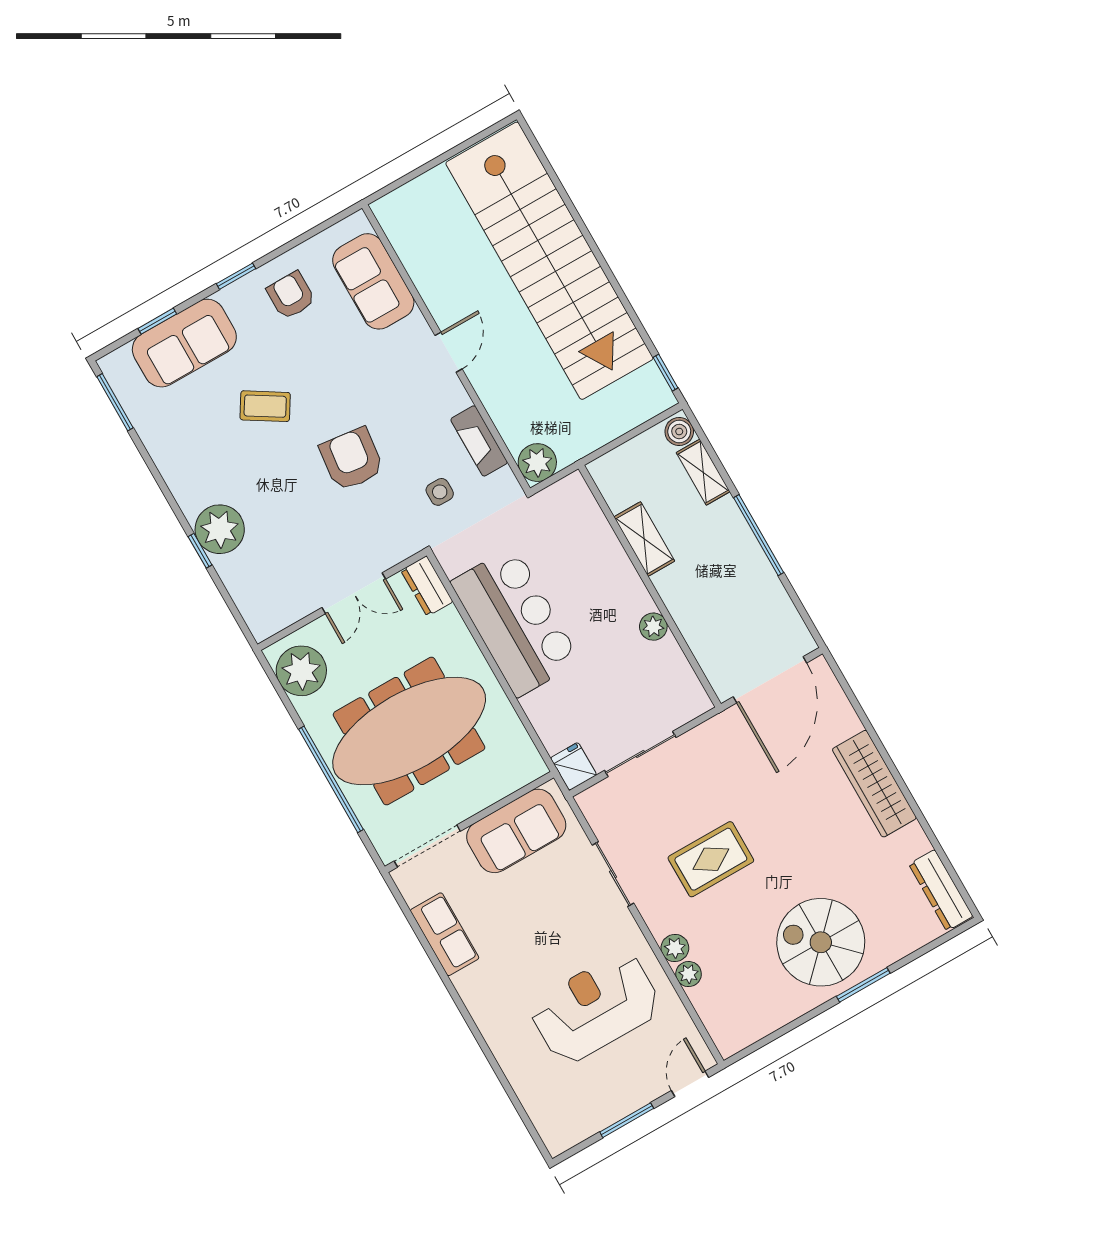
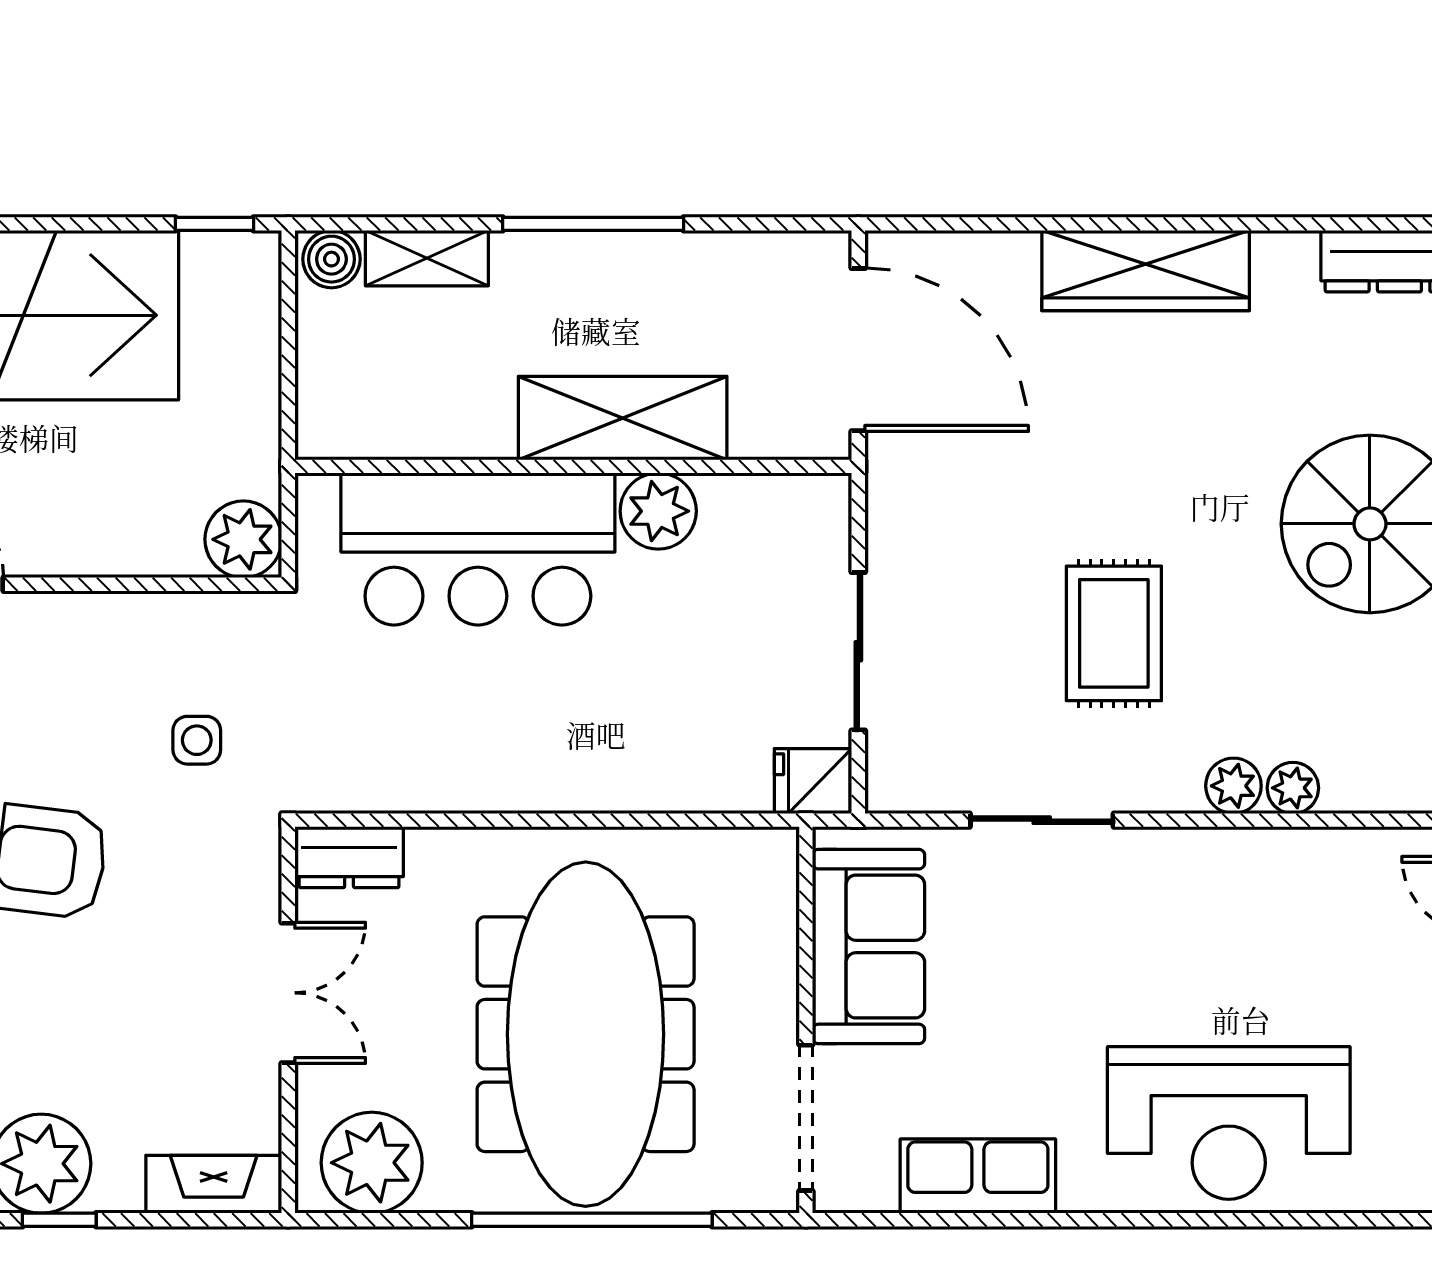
fireplace: (479, 441) -> (214, 1184), moved, turned 180
shelving: (644, 539) -> (623, 418), moved, width x1.50, depth x1.33
bar counter: (515, 622) -> (478, 549), moved, turned 180
plant: (653, 627) -> (658, 511), width x1.38, depth x1.38
reception desk: (595, 1008) -> (1229, 1123), moved, turned -90

